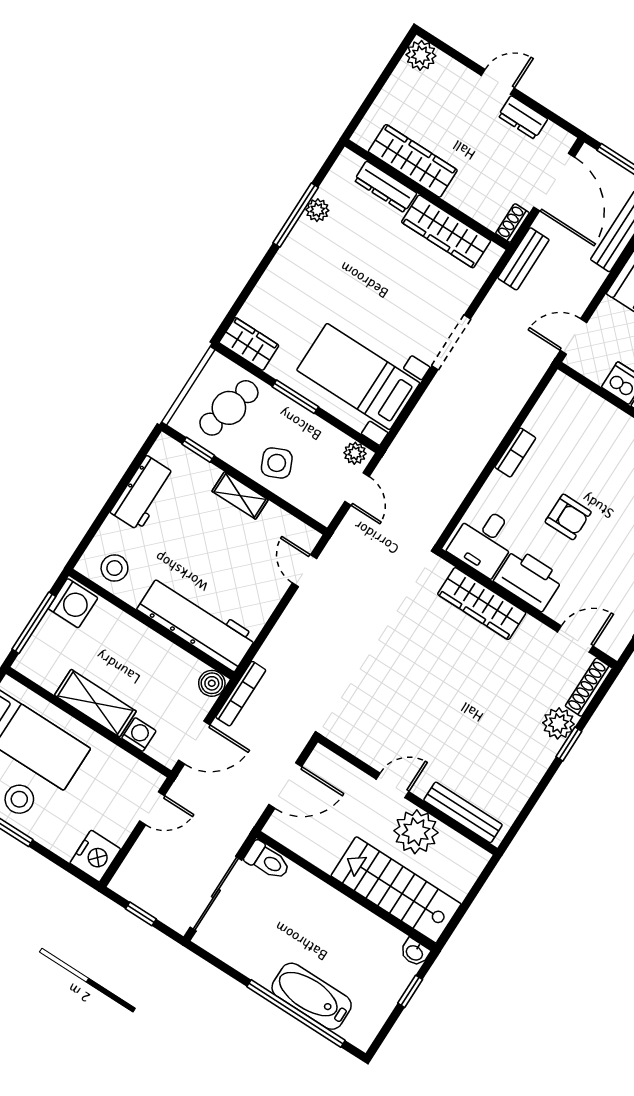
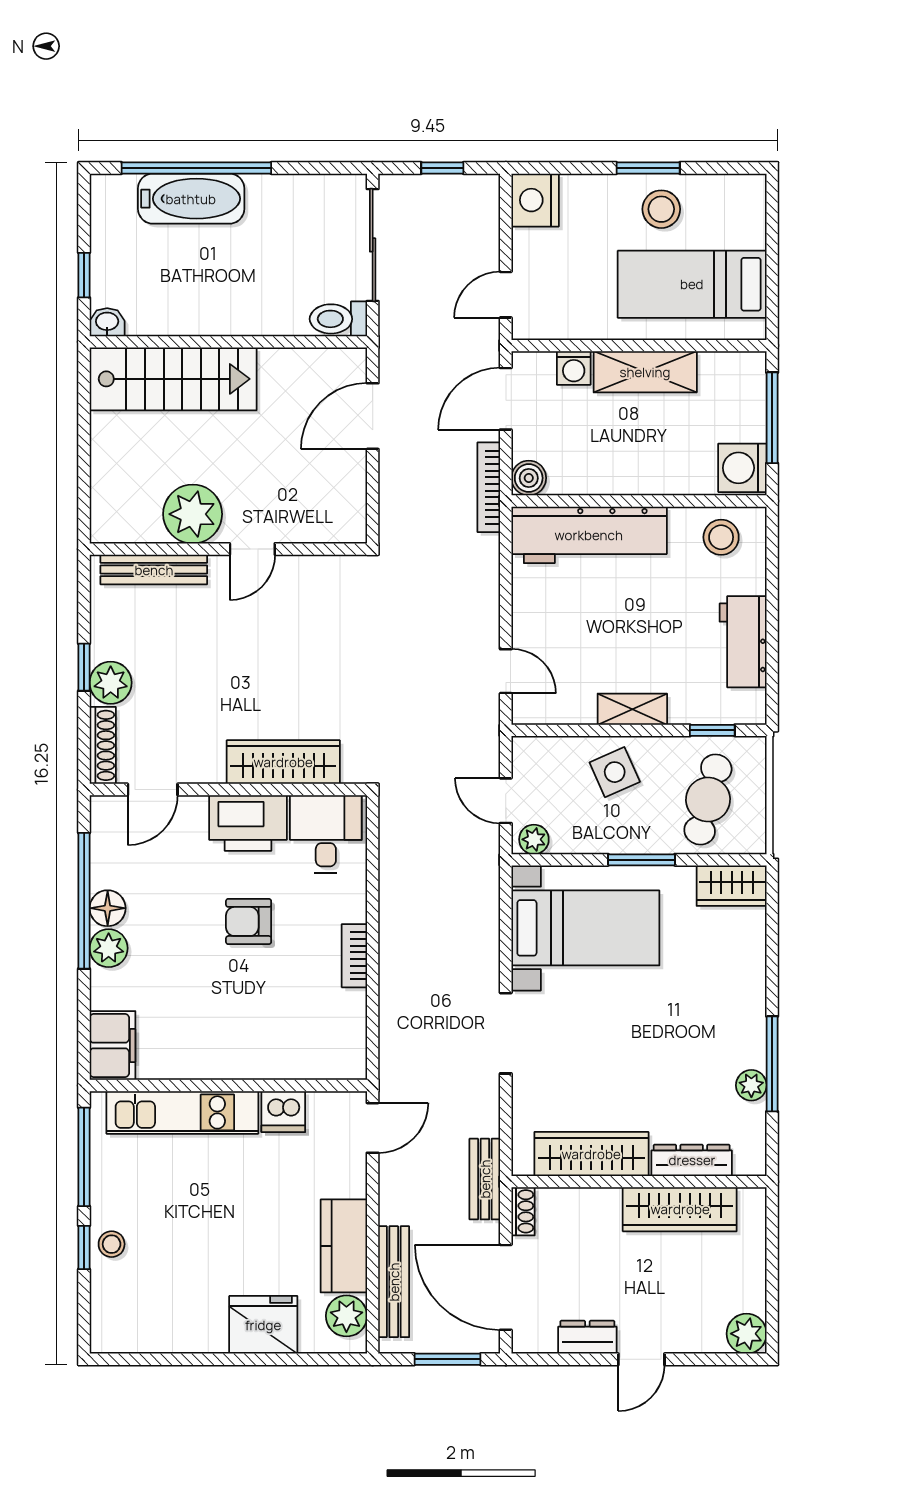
door: (392, 785) -> (252, 549), moved
wall: (408, 795) -> (228, 549), moved
bench: (463, 812) -> (154, 570), moved
plant: (416, 832) -> (193, 514), moved

